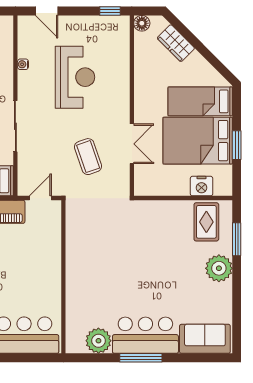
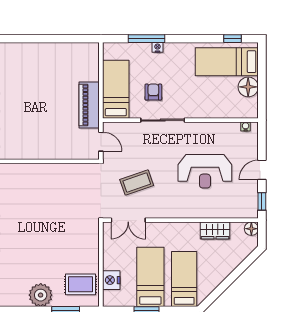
door: (47, 11) -> (262, 170), moved
wardrobe: (176, 43) -> (215, 230), moved, turned -135
water cooler: (23, 64) -> (246, 127), moved
bed: (198, 141) -> (150, 277), width x0.67
double door: (132, 144) -> (128, 220), moved

